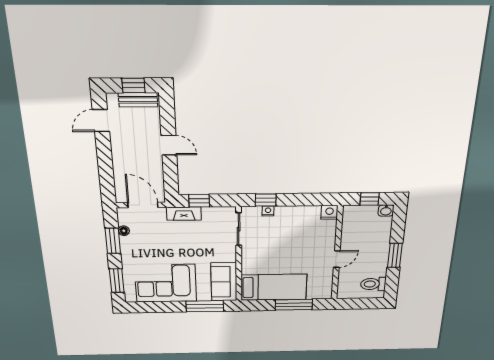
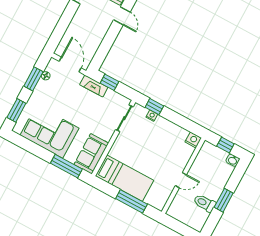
door: (169, 145) -> (122, 16), moved
toilet: (373, 284) -> (205, 203), moved

